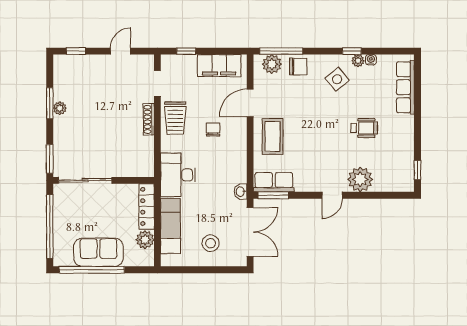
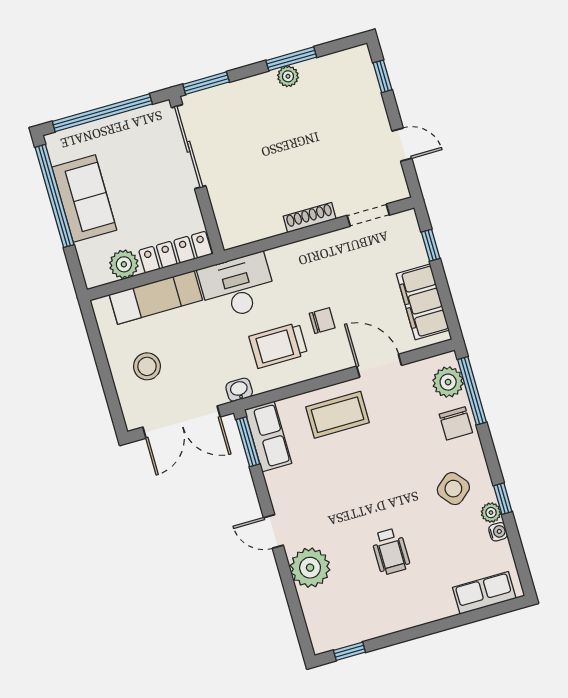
row of seats: (405, 87) -> (484, 593), width x0.68
trolley: (175, 118) -> (278, 345), moved

